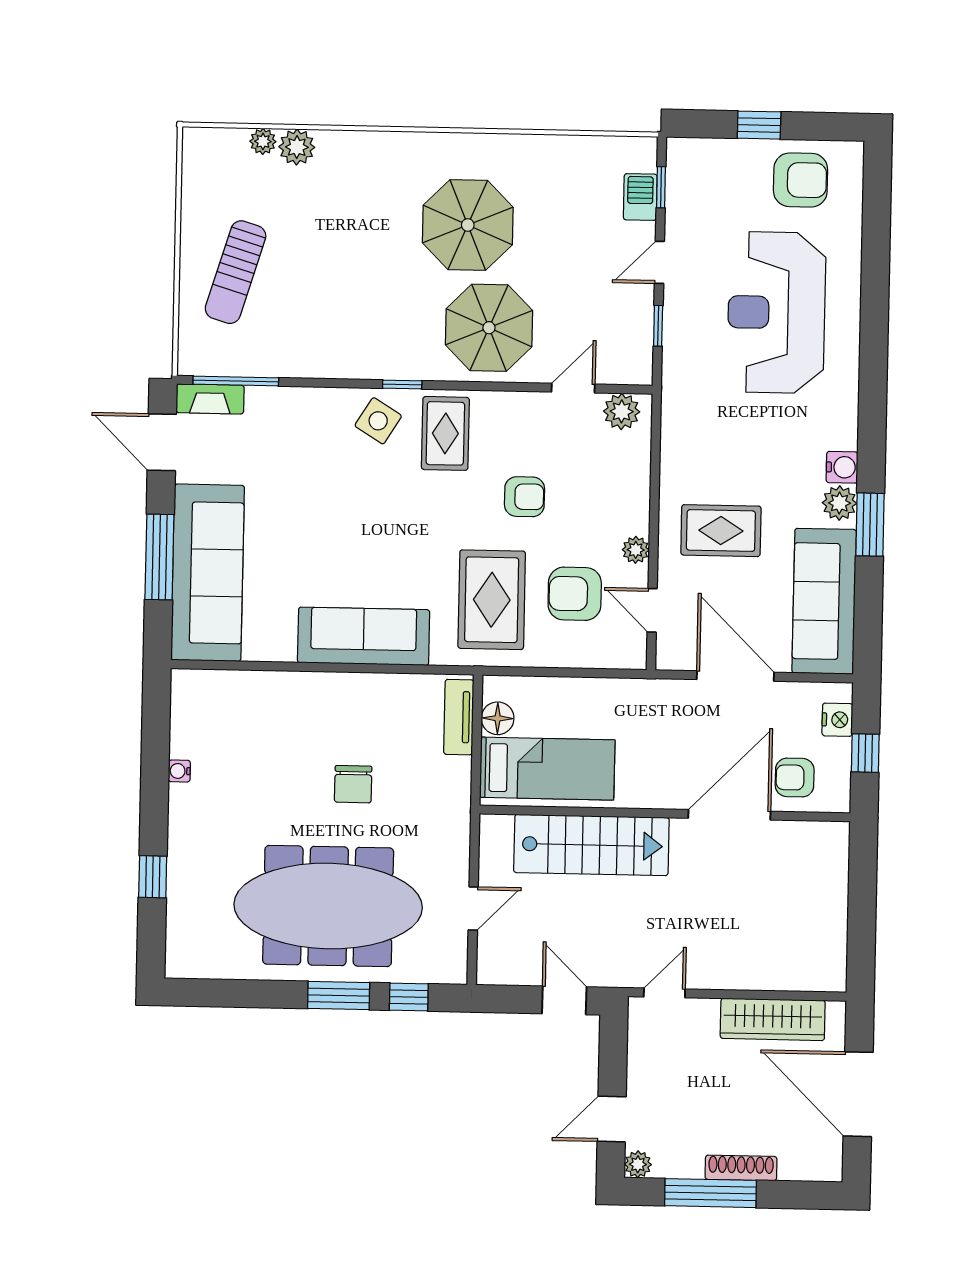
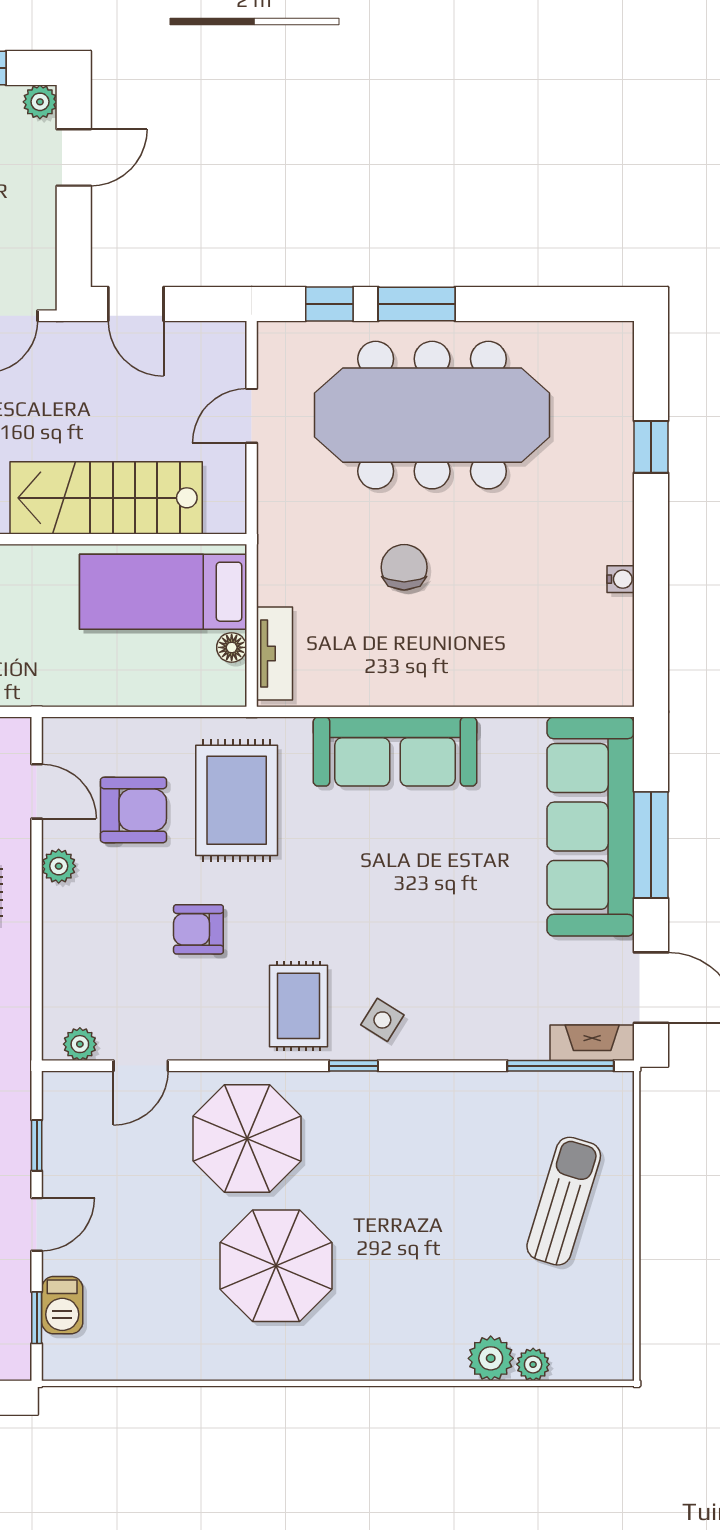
plant: (622, 411) -> (80, 1044), width x0.73, depth x0.73
side table: (378, 421) -> (382, 1020), width x0.73, depth x0.73
floor lamp: (498, 718) -> (232, 647), width x0.73, depth x0.73

